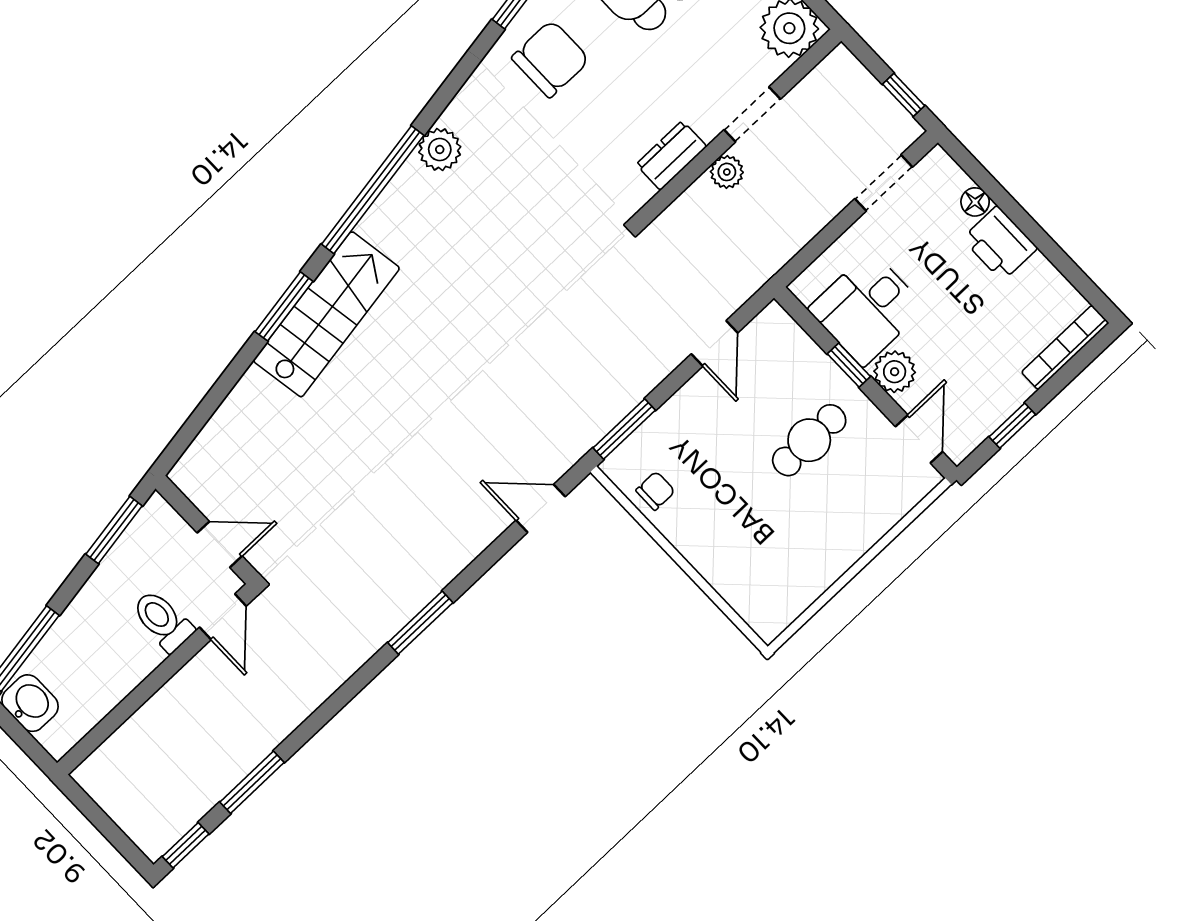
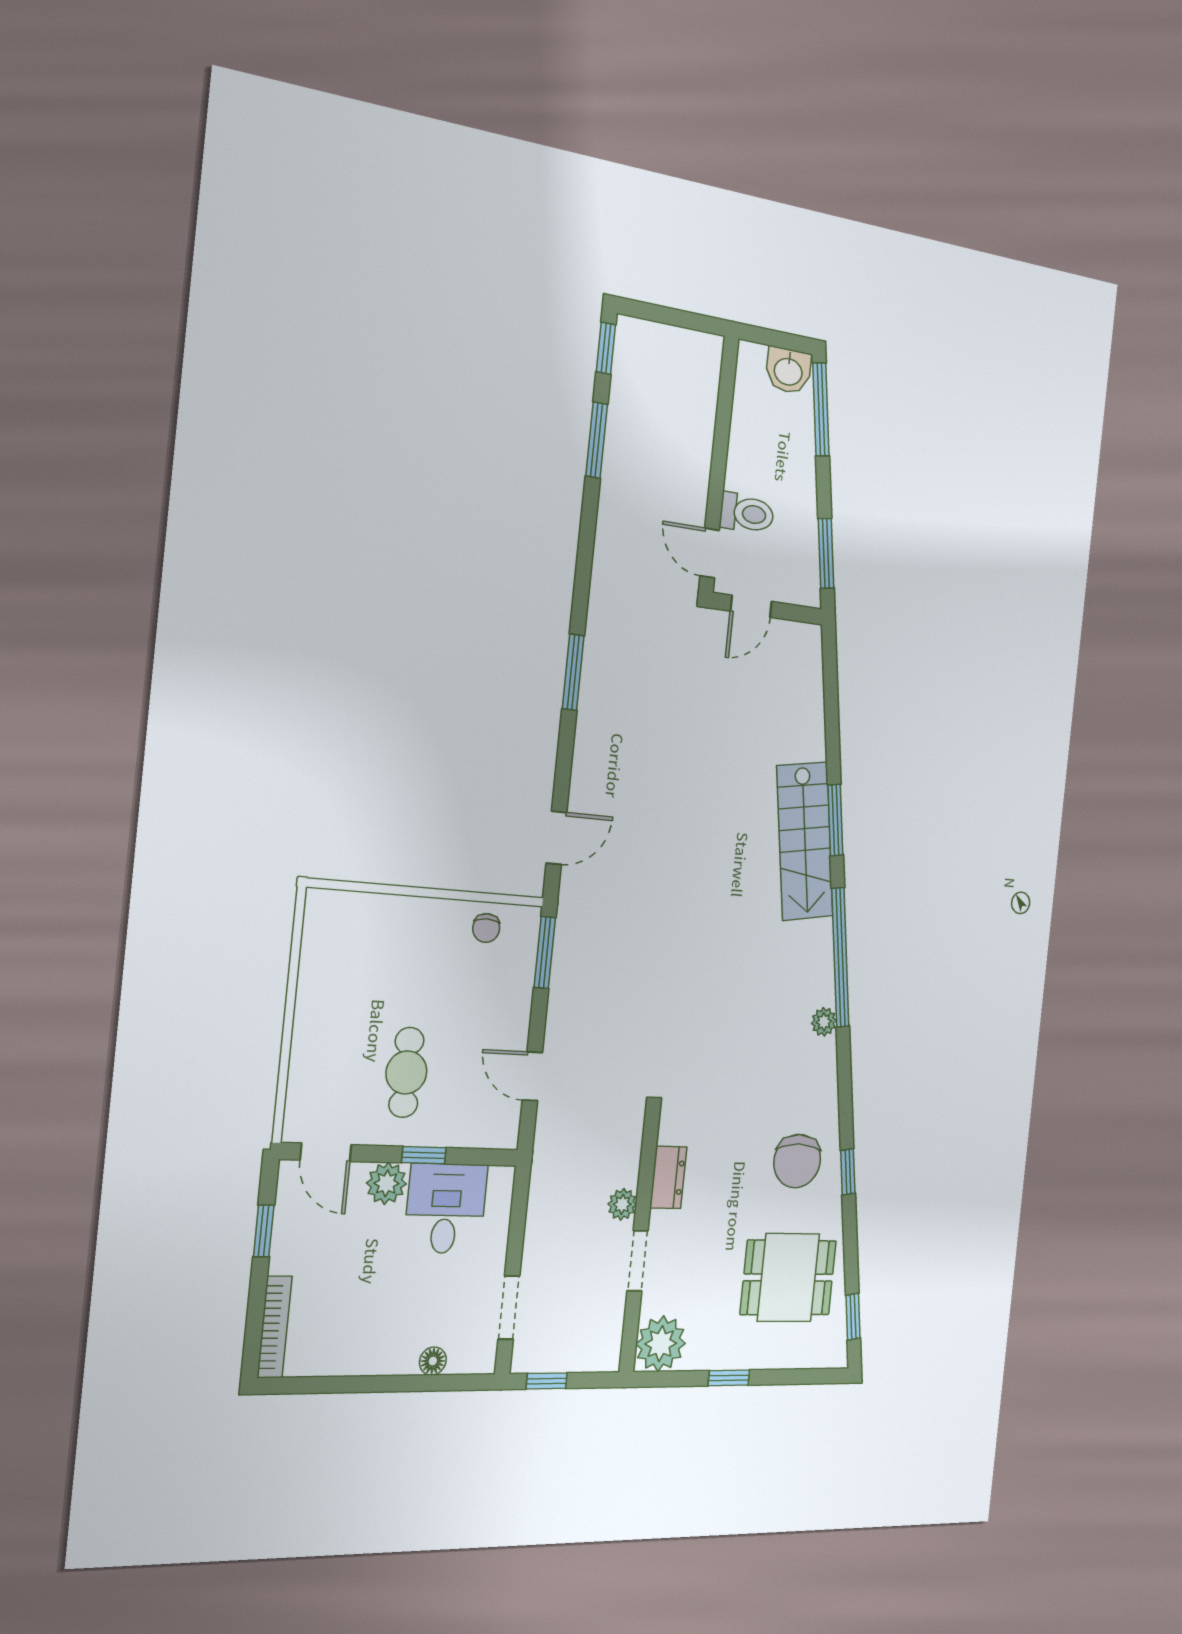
plant: (440, 149) -> (824, 1022), width x0.73, depth x0.73
printer: (1000, 243) -> (389, 1351), removed

